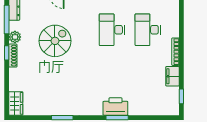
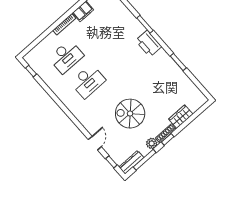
wardrobe: (16, 103) -> (181, 117), moved
printer: (115, 106) -> (148, 44), moved

